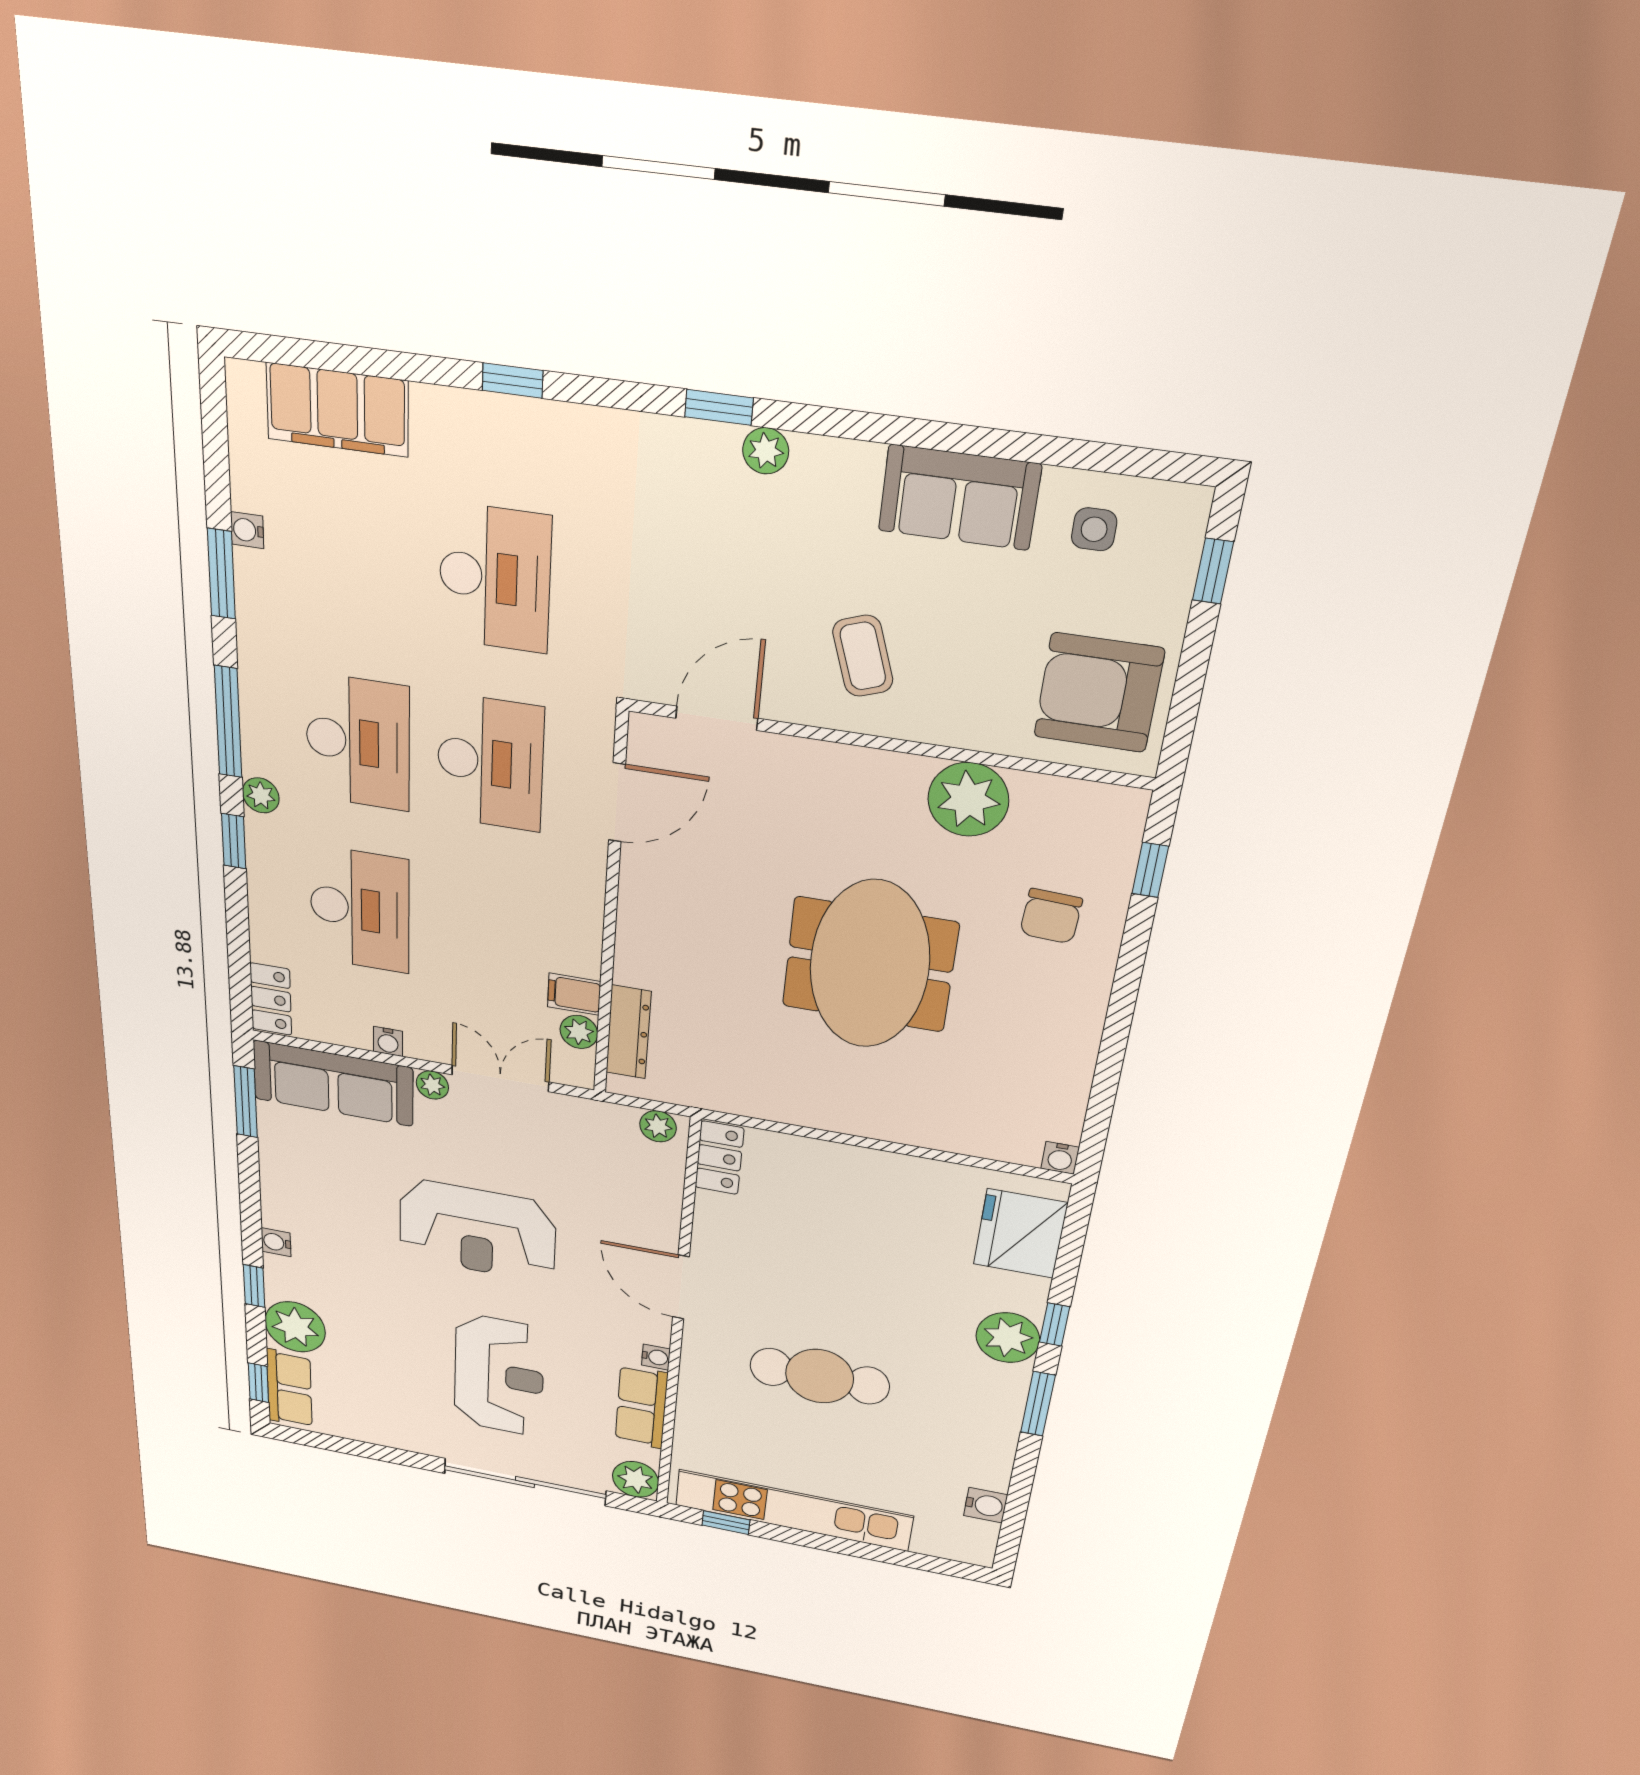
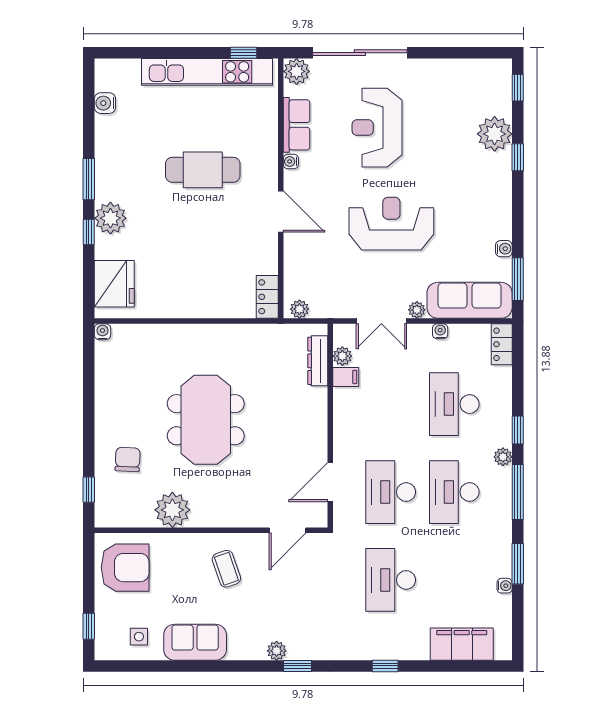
water cooler: (276, 1242) -> (504, 249), moved
row of seats: (289, 1389) -> (499, 88), removed

